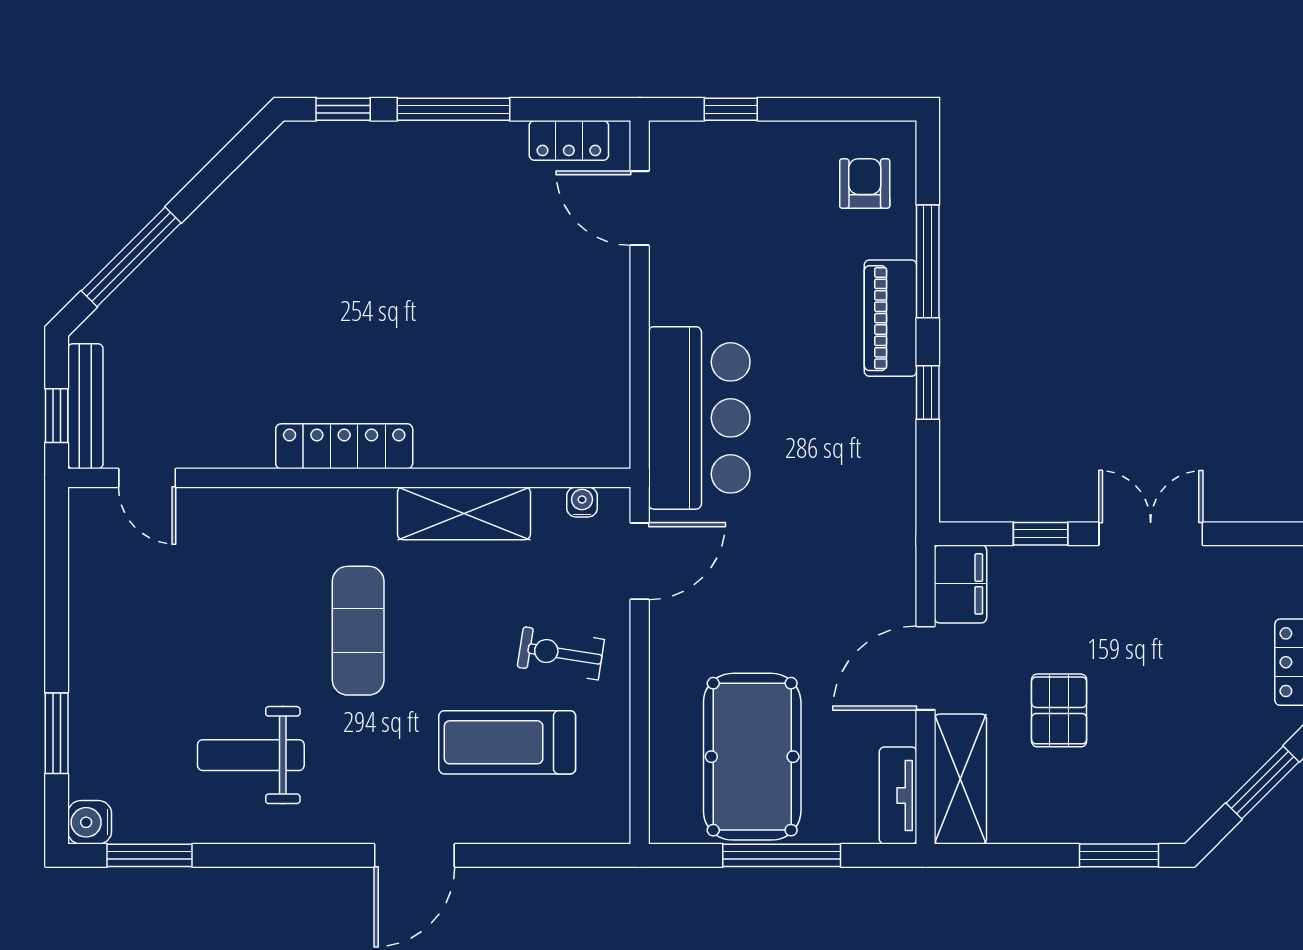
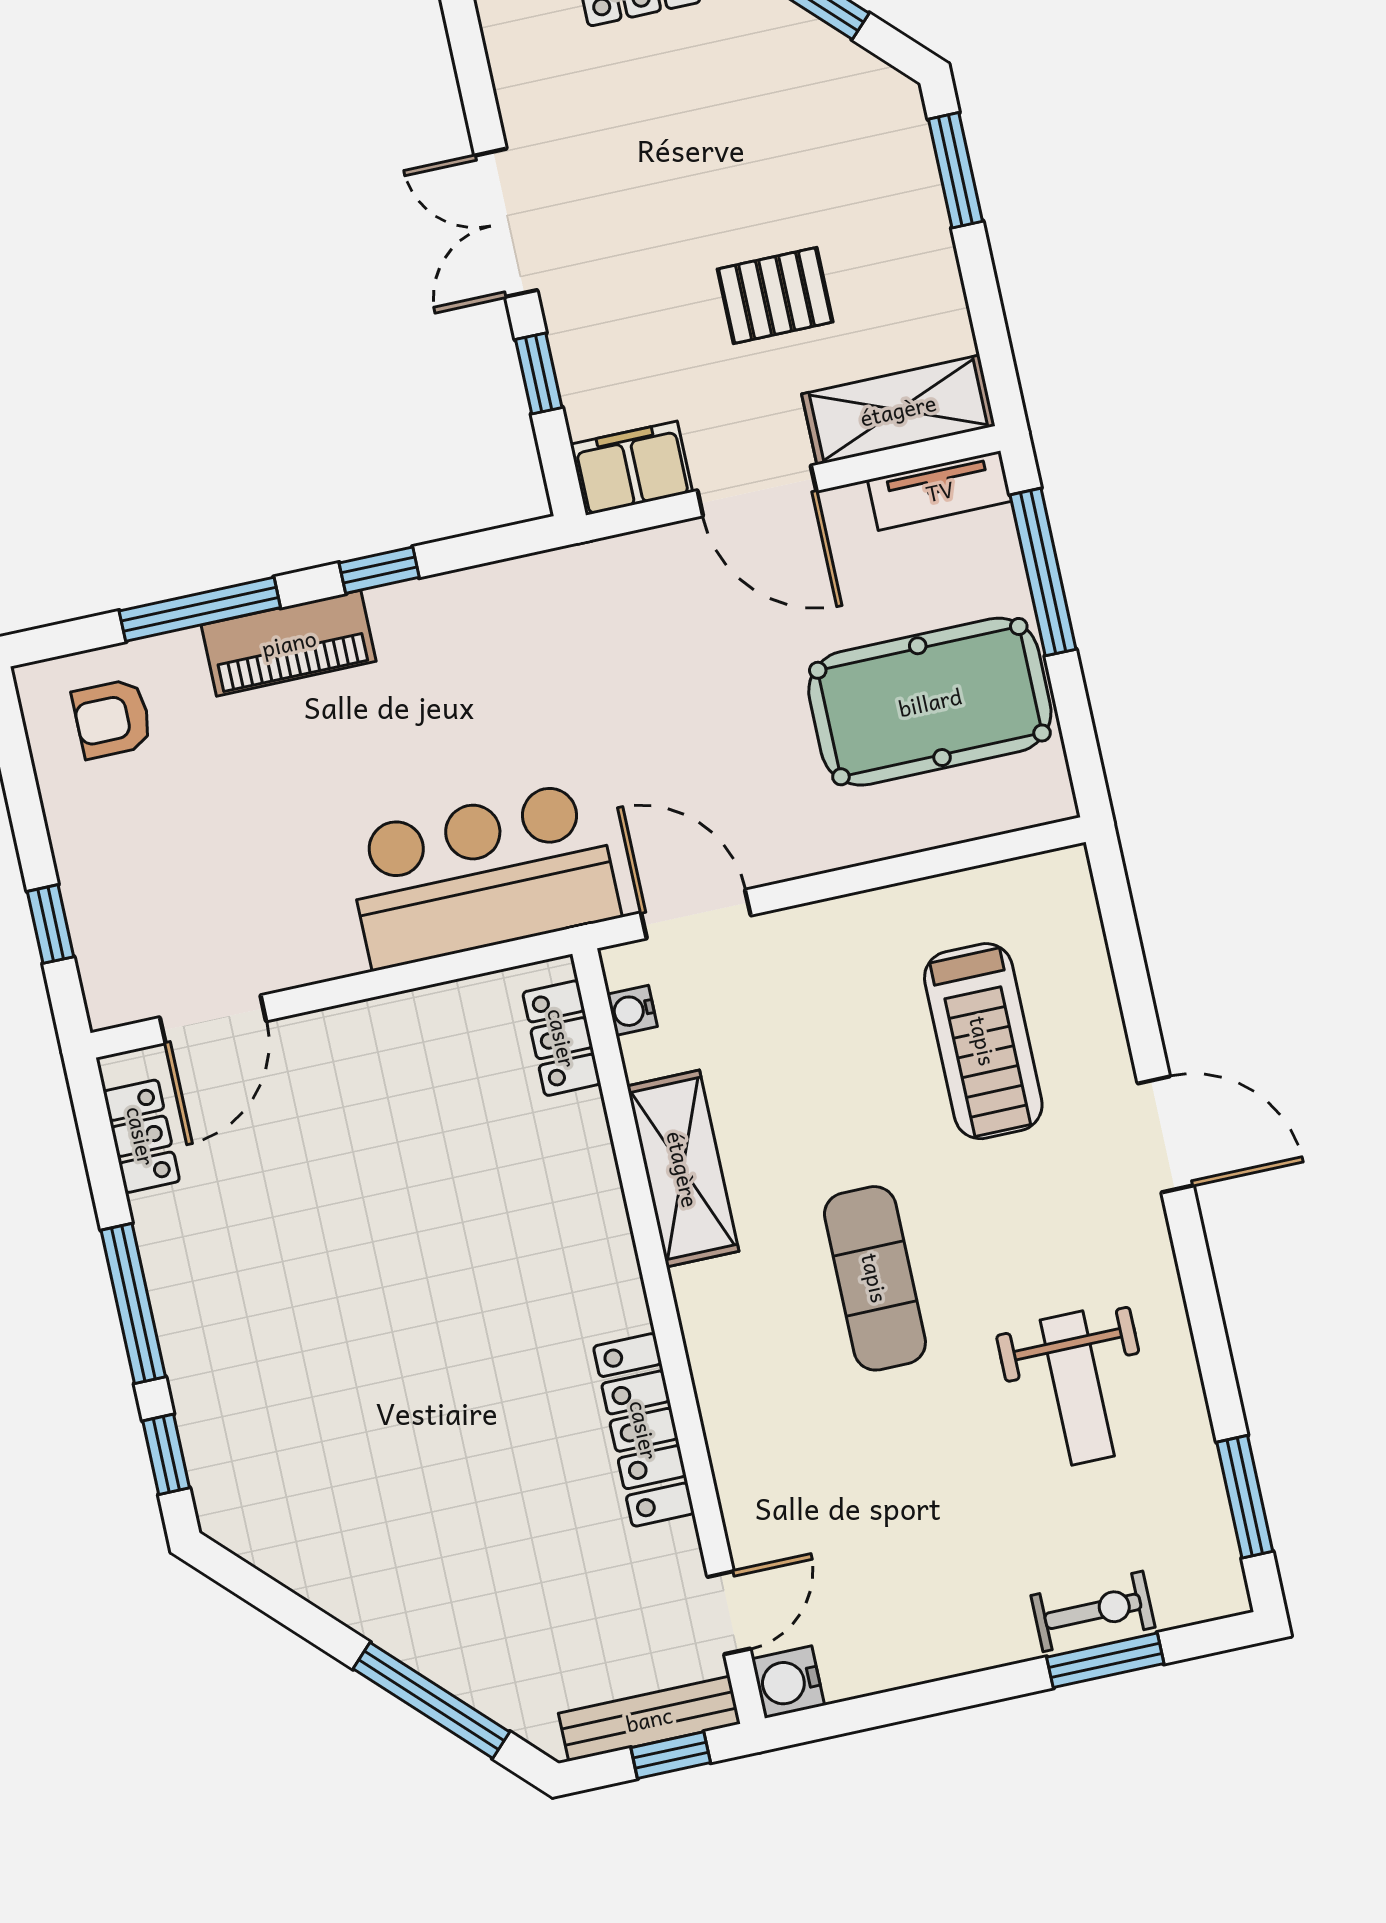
locker: (344, 446) -> (644, 1430), moved
locker: (573, 449) -> (562, 1038), added
exercise mat: (358, 631) -> (875, 1278), turned 90
exercise bike: (561, 653) -> (1093, 1611), moved, turned -99
water cooler: (90, 822) -> (788, 1682), moved, turned 90
window: (782, 855) -> (1043, 572), moved

